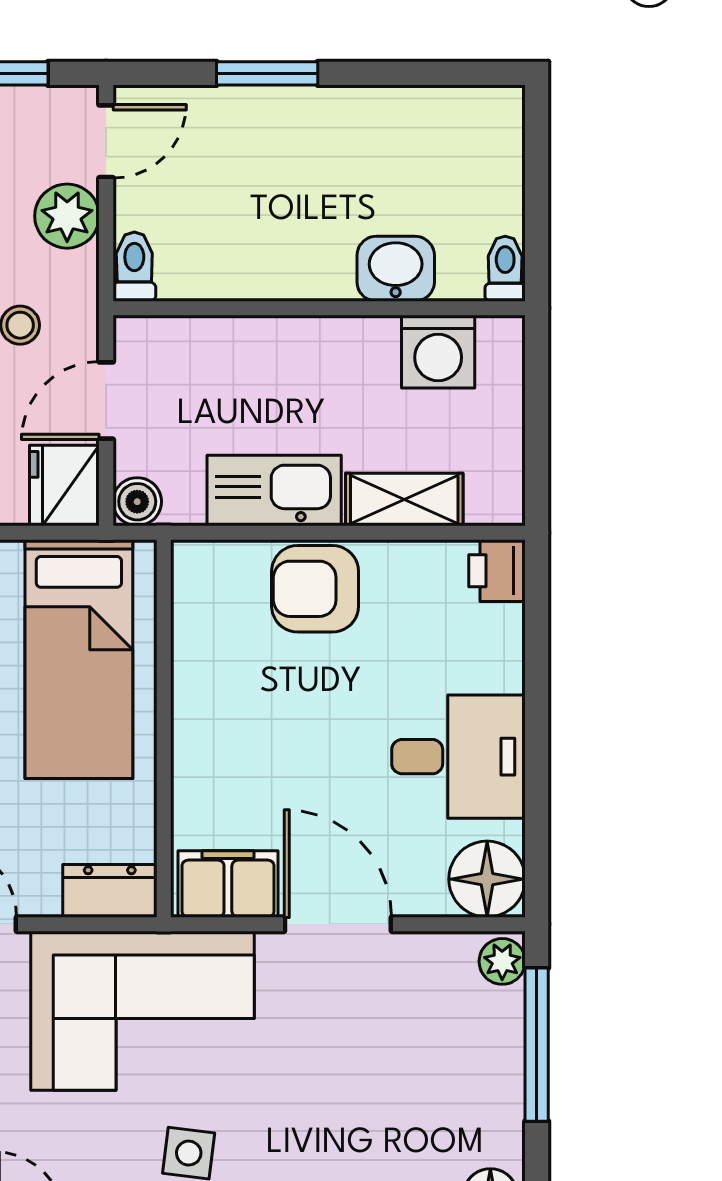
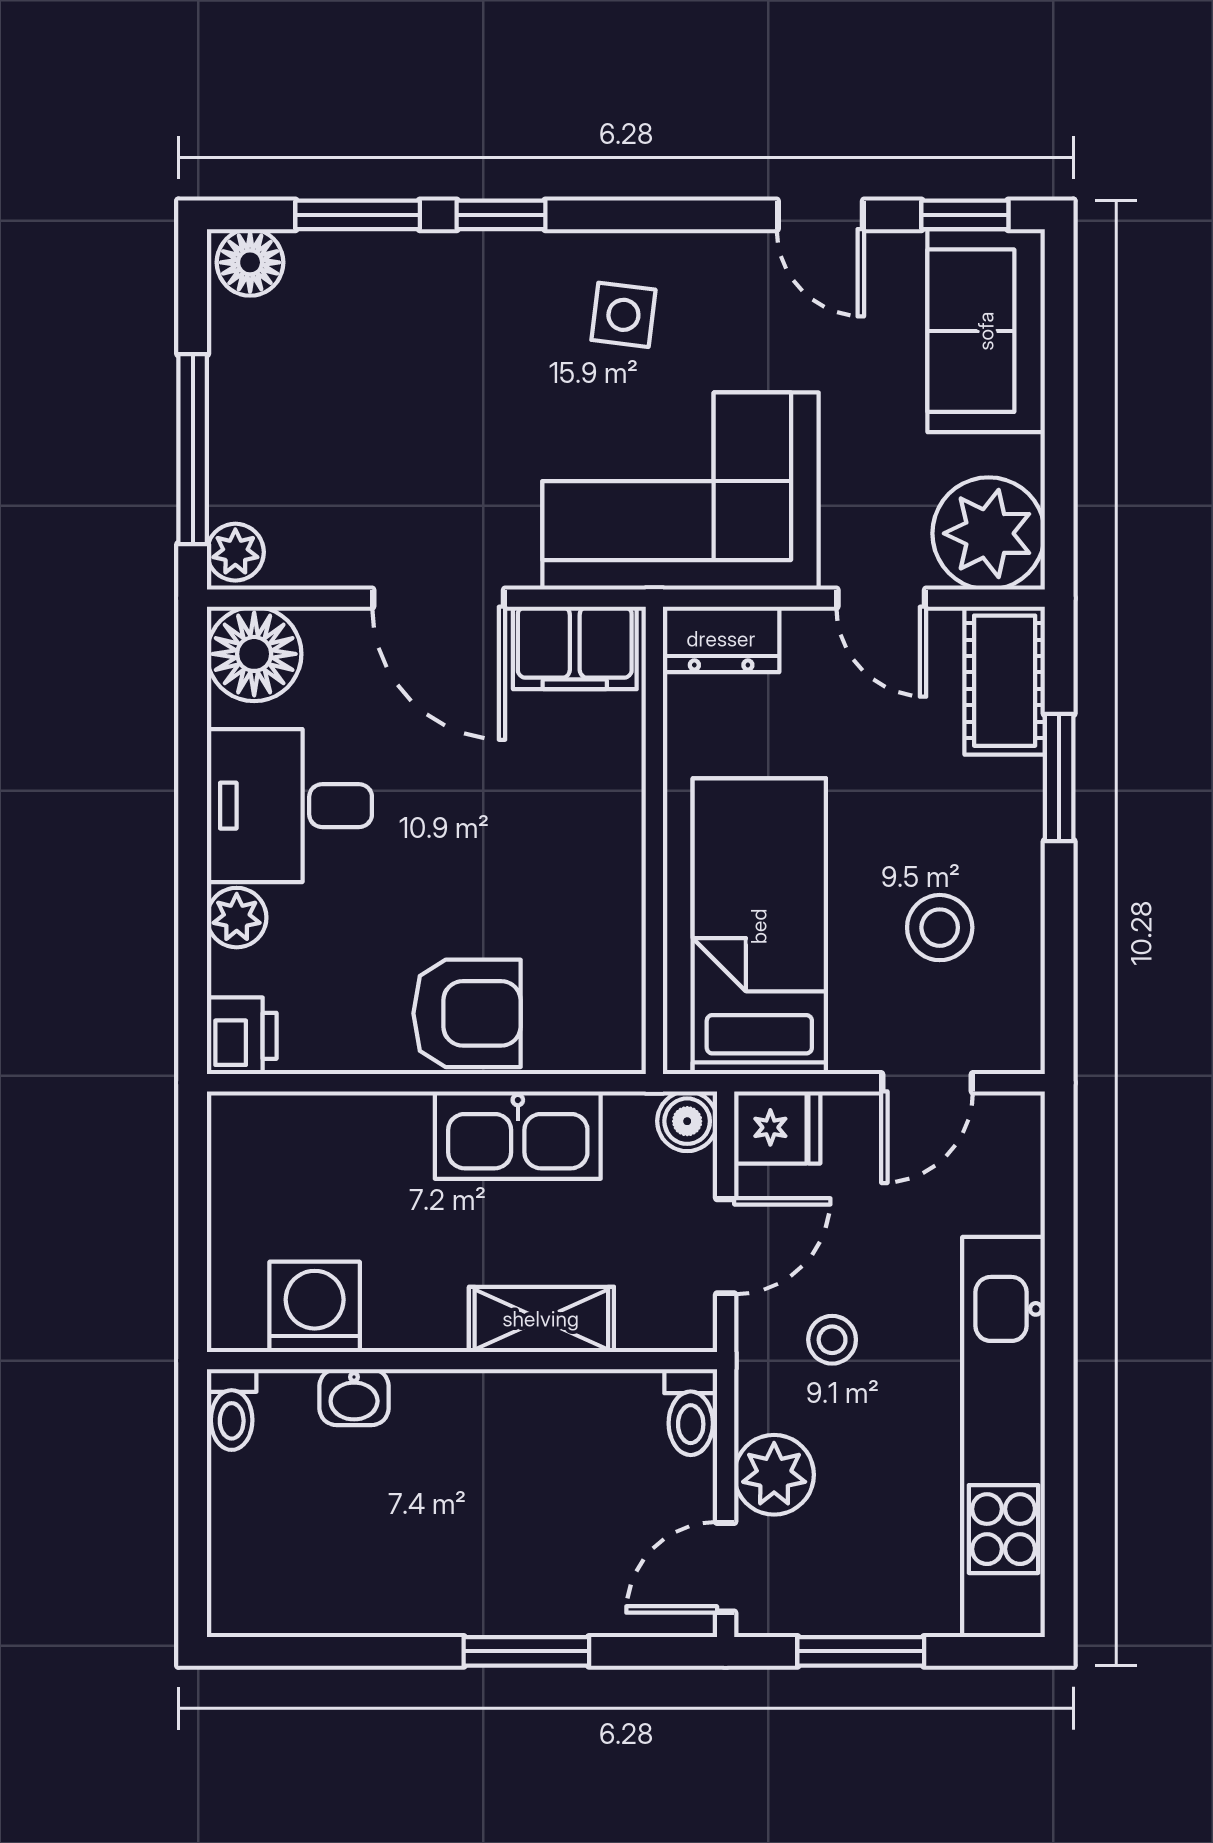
washbasin: (396, 269) -> (354, 1397), width x0.72, depth x0.69
fridge: (64, 485) -> (777, 1127), width x0.72
shelving: (404, 499) -> (541, 1319), moved
plant: (501, 666) -> (237, 918), added

